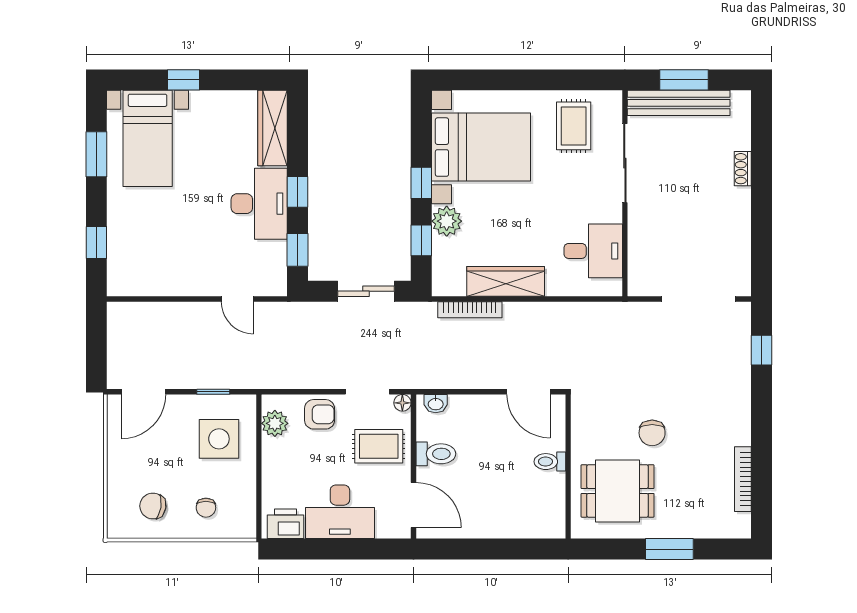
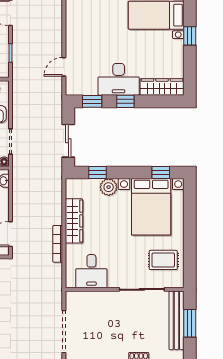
window: (421, 183) -> (161, 172), moved
bookcase: (470, 310) -> (58, 244), moved

